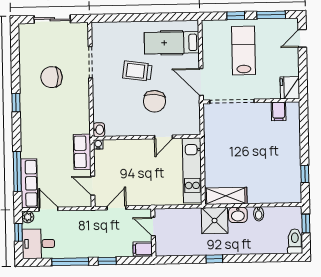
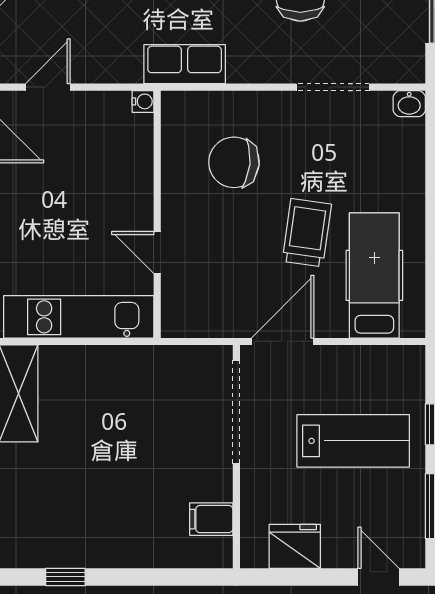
trolley: (137, 71) -> (307, 233), moved
fridge: (290, 88) -> (295, 546), moved
chair: (154, 101) -> (234, 162), moved
washbasin: (99, 130) -> (409, 104), moved
row of seats: (82, 152) -> (185, 64), moved

